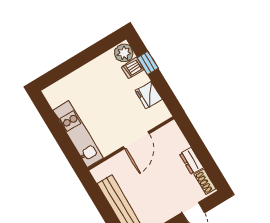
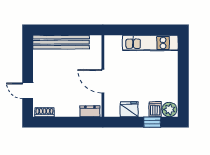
kitchen unit: (78, 134) -> (150, 43), moved
dresser: (191, 161) -> (90, 111), moved

